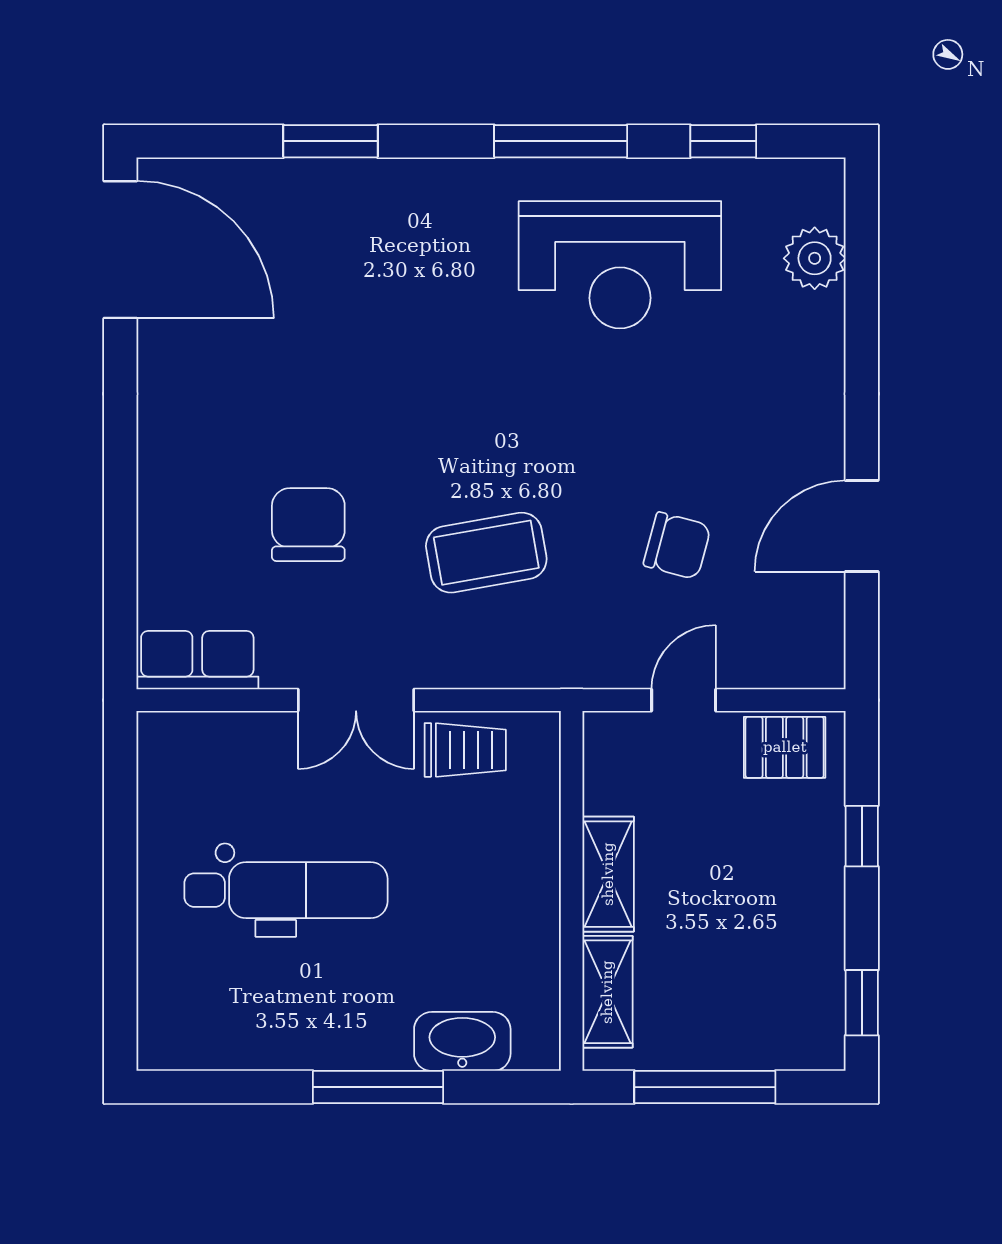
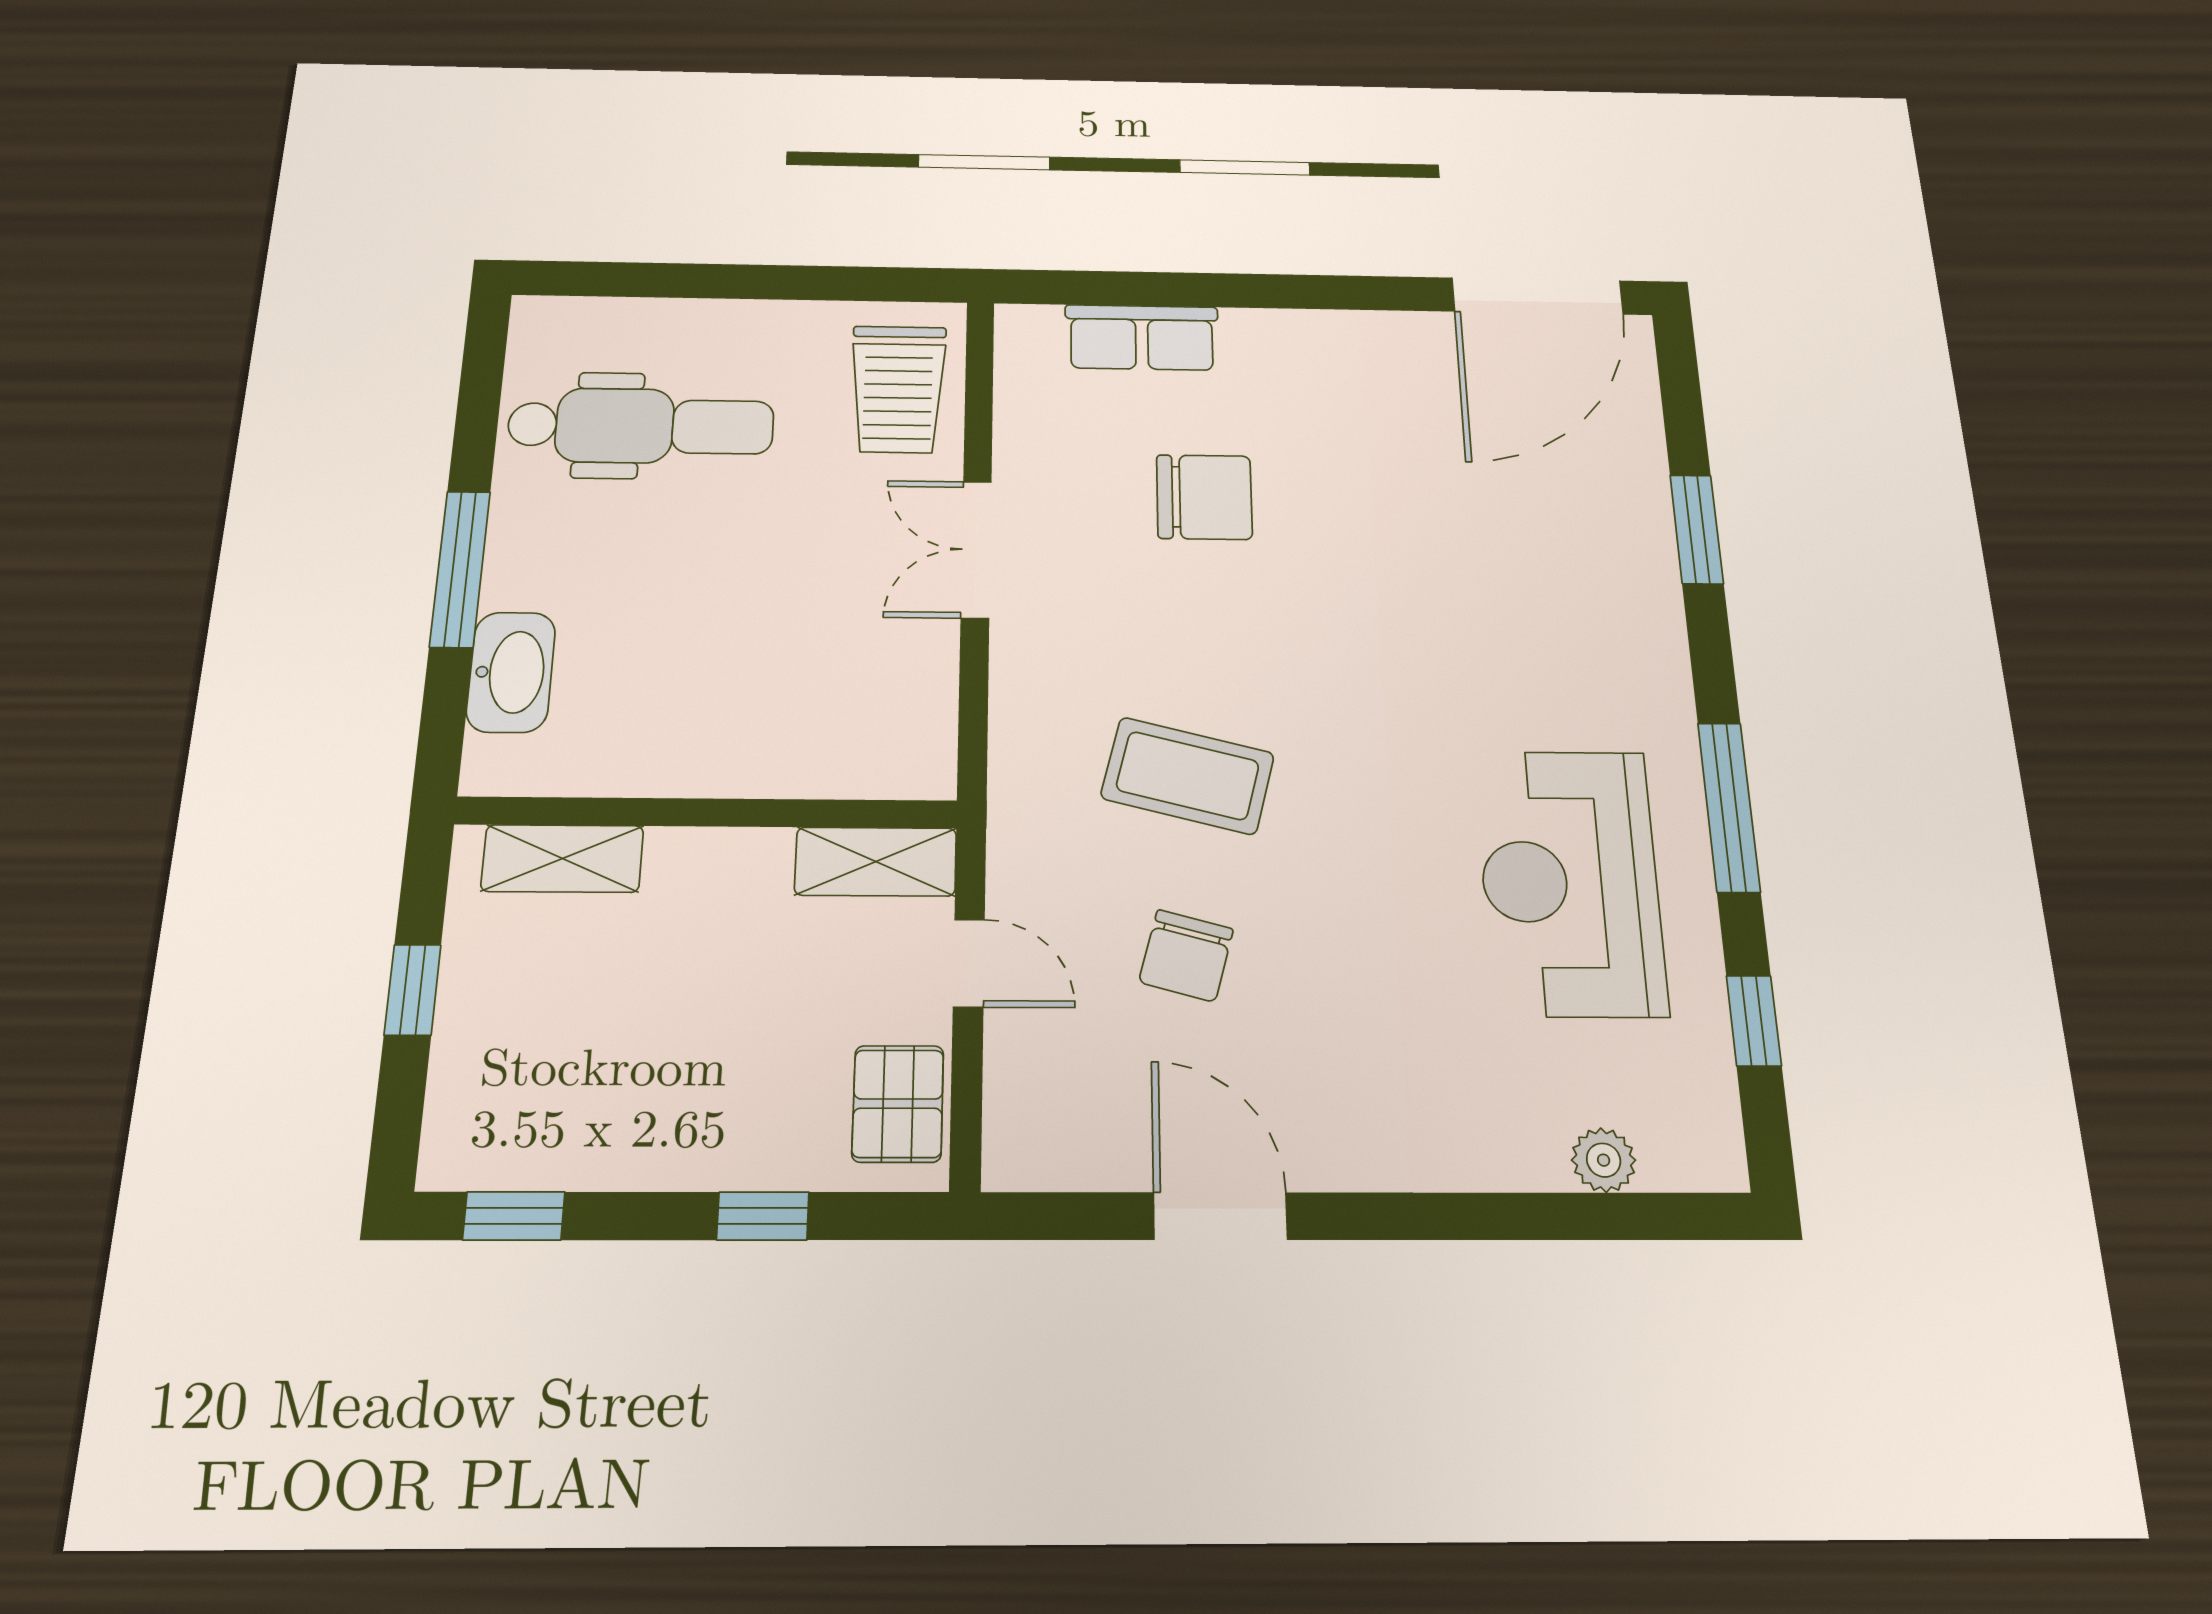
plant: (815, 258) -> (1604, 1160), width x0.73, depth x0.73
coffee table: (486, 553) -> (1188, 776), moved, turned -66
row of seats: (197, 660) -> (1142, 337), moved, turned 90
trolley: (465, 750) -> (898, 389), moved, width x1.36, depth x1.39
shelving: (608, 874) -> (876, 862), moved
dental chair: (286, 890) -> (641, 426), moved, turned -90
window: (705, 1087) -> (413, 990), width x0.46

